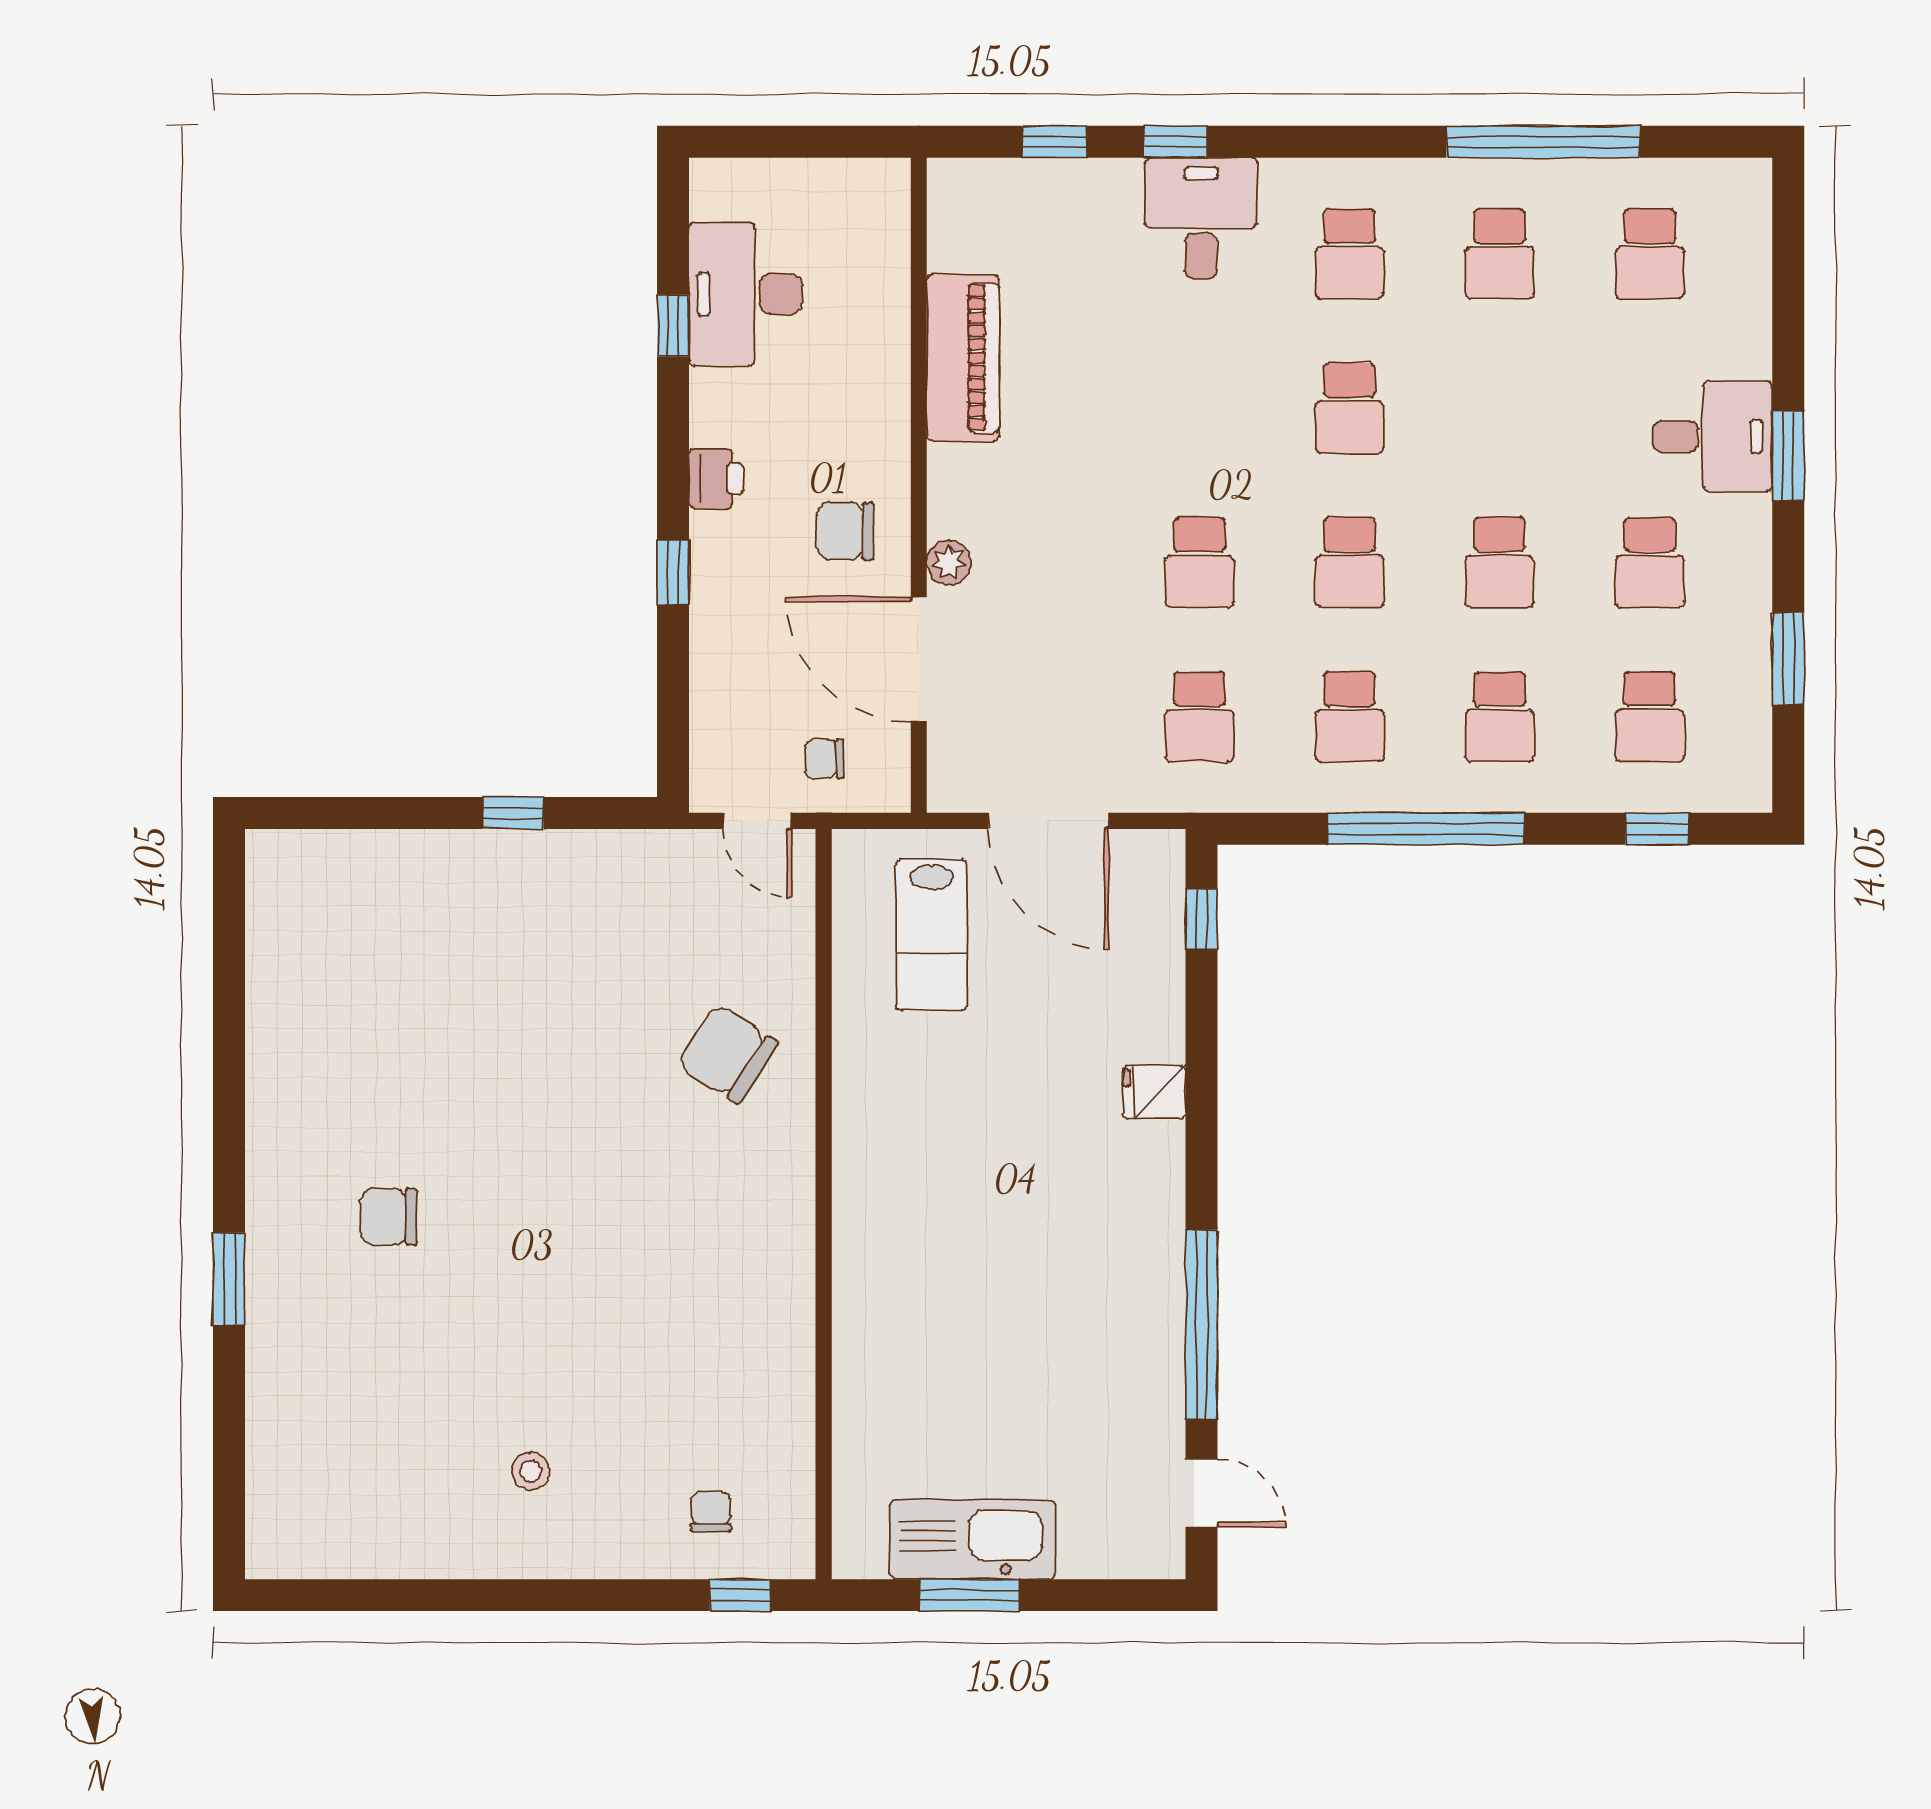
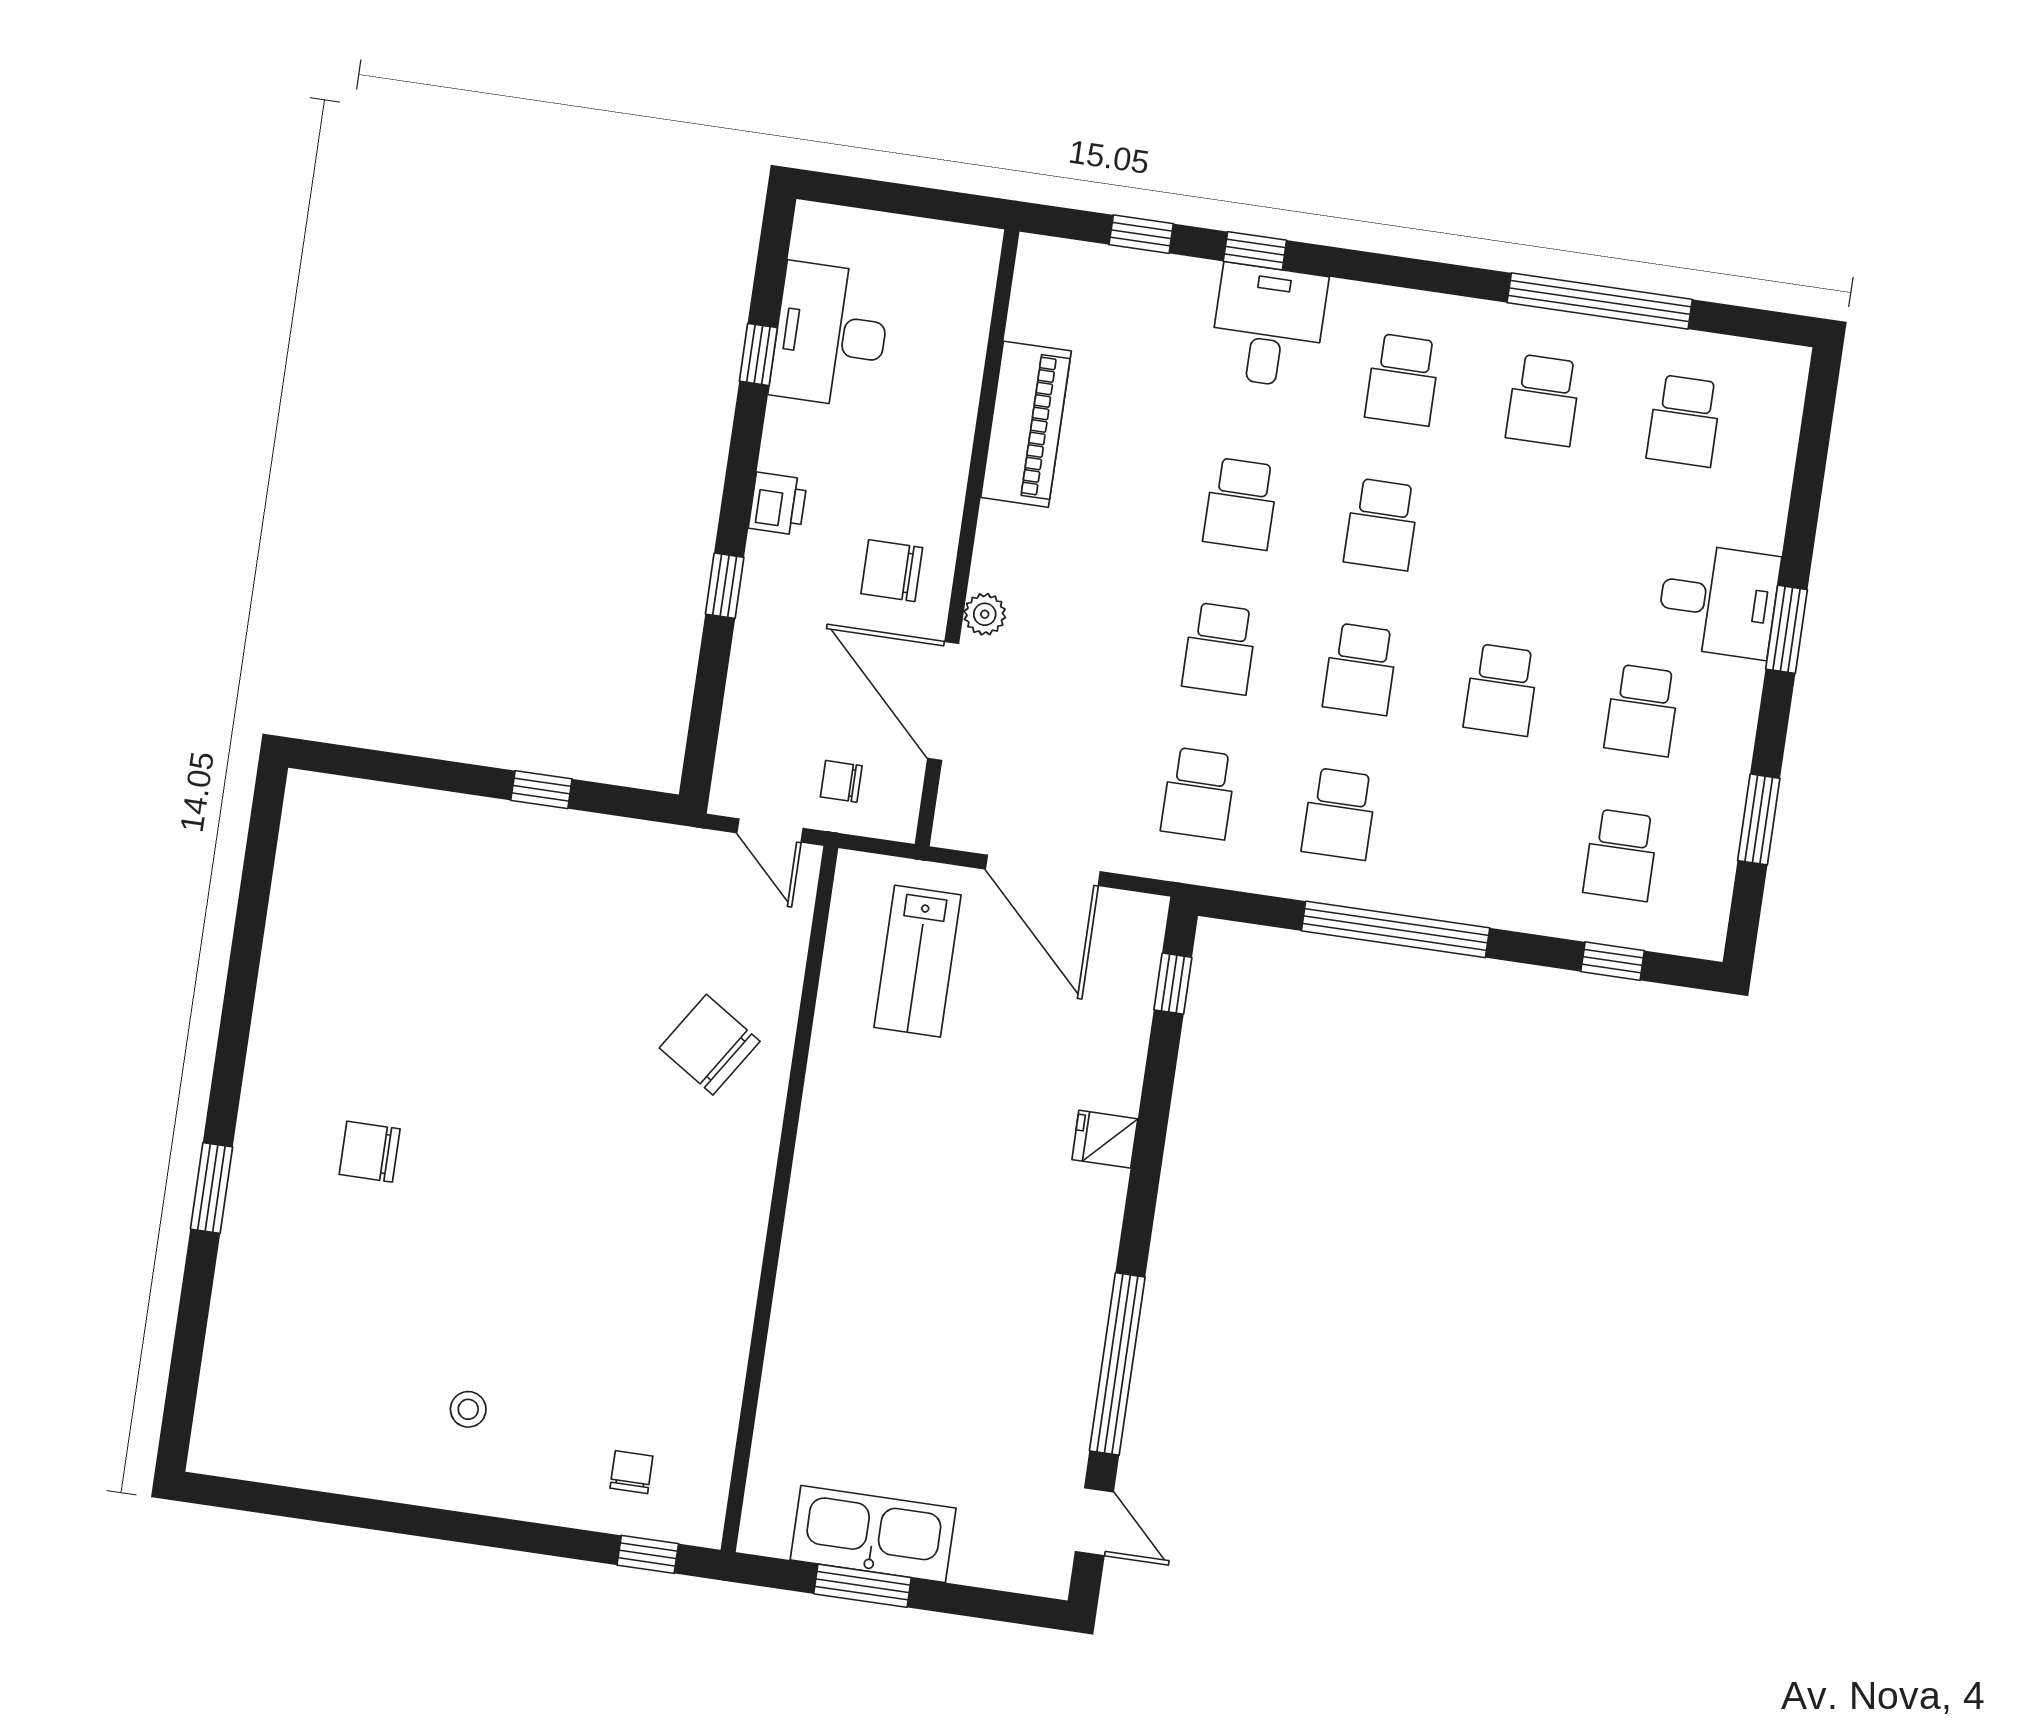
school desk: (1500, 717) -> (1241, 504), moved

